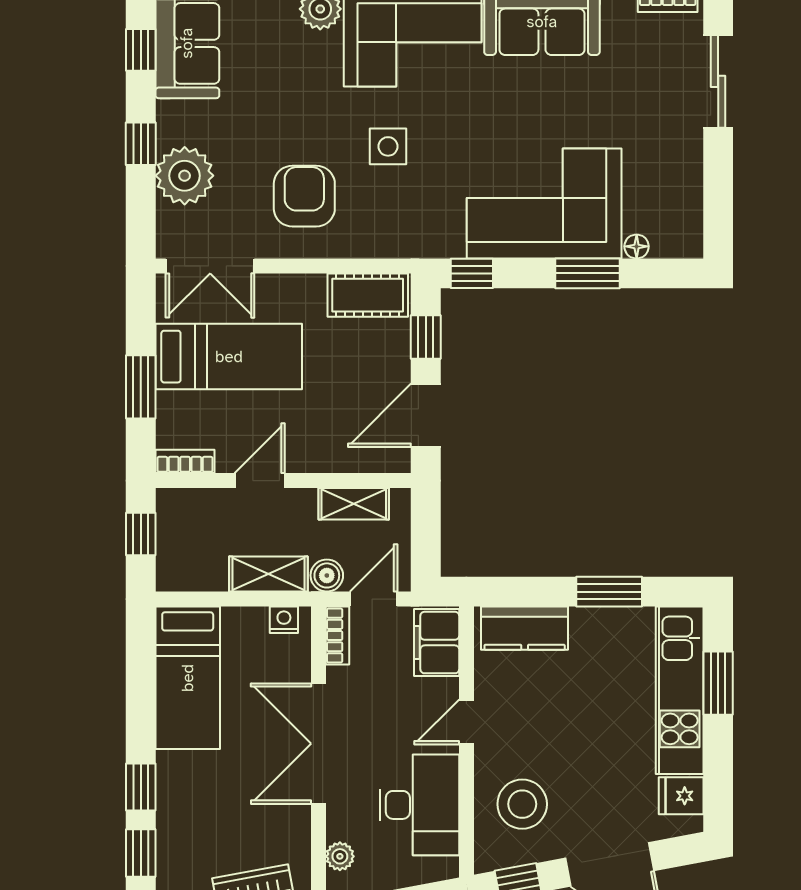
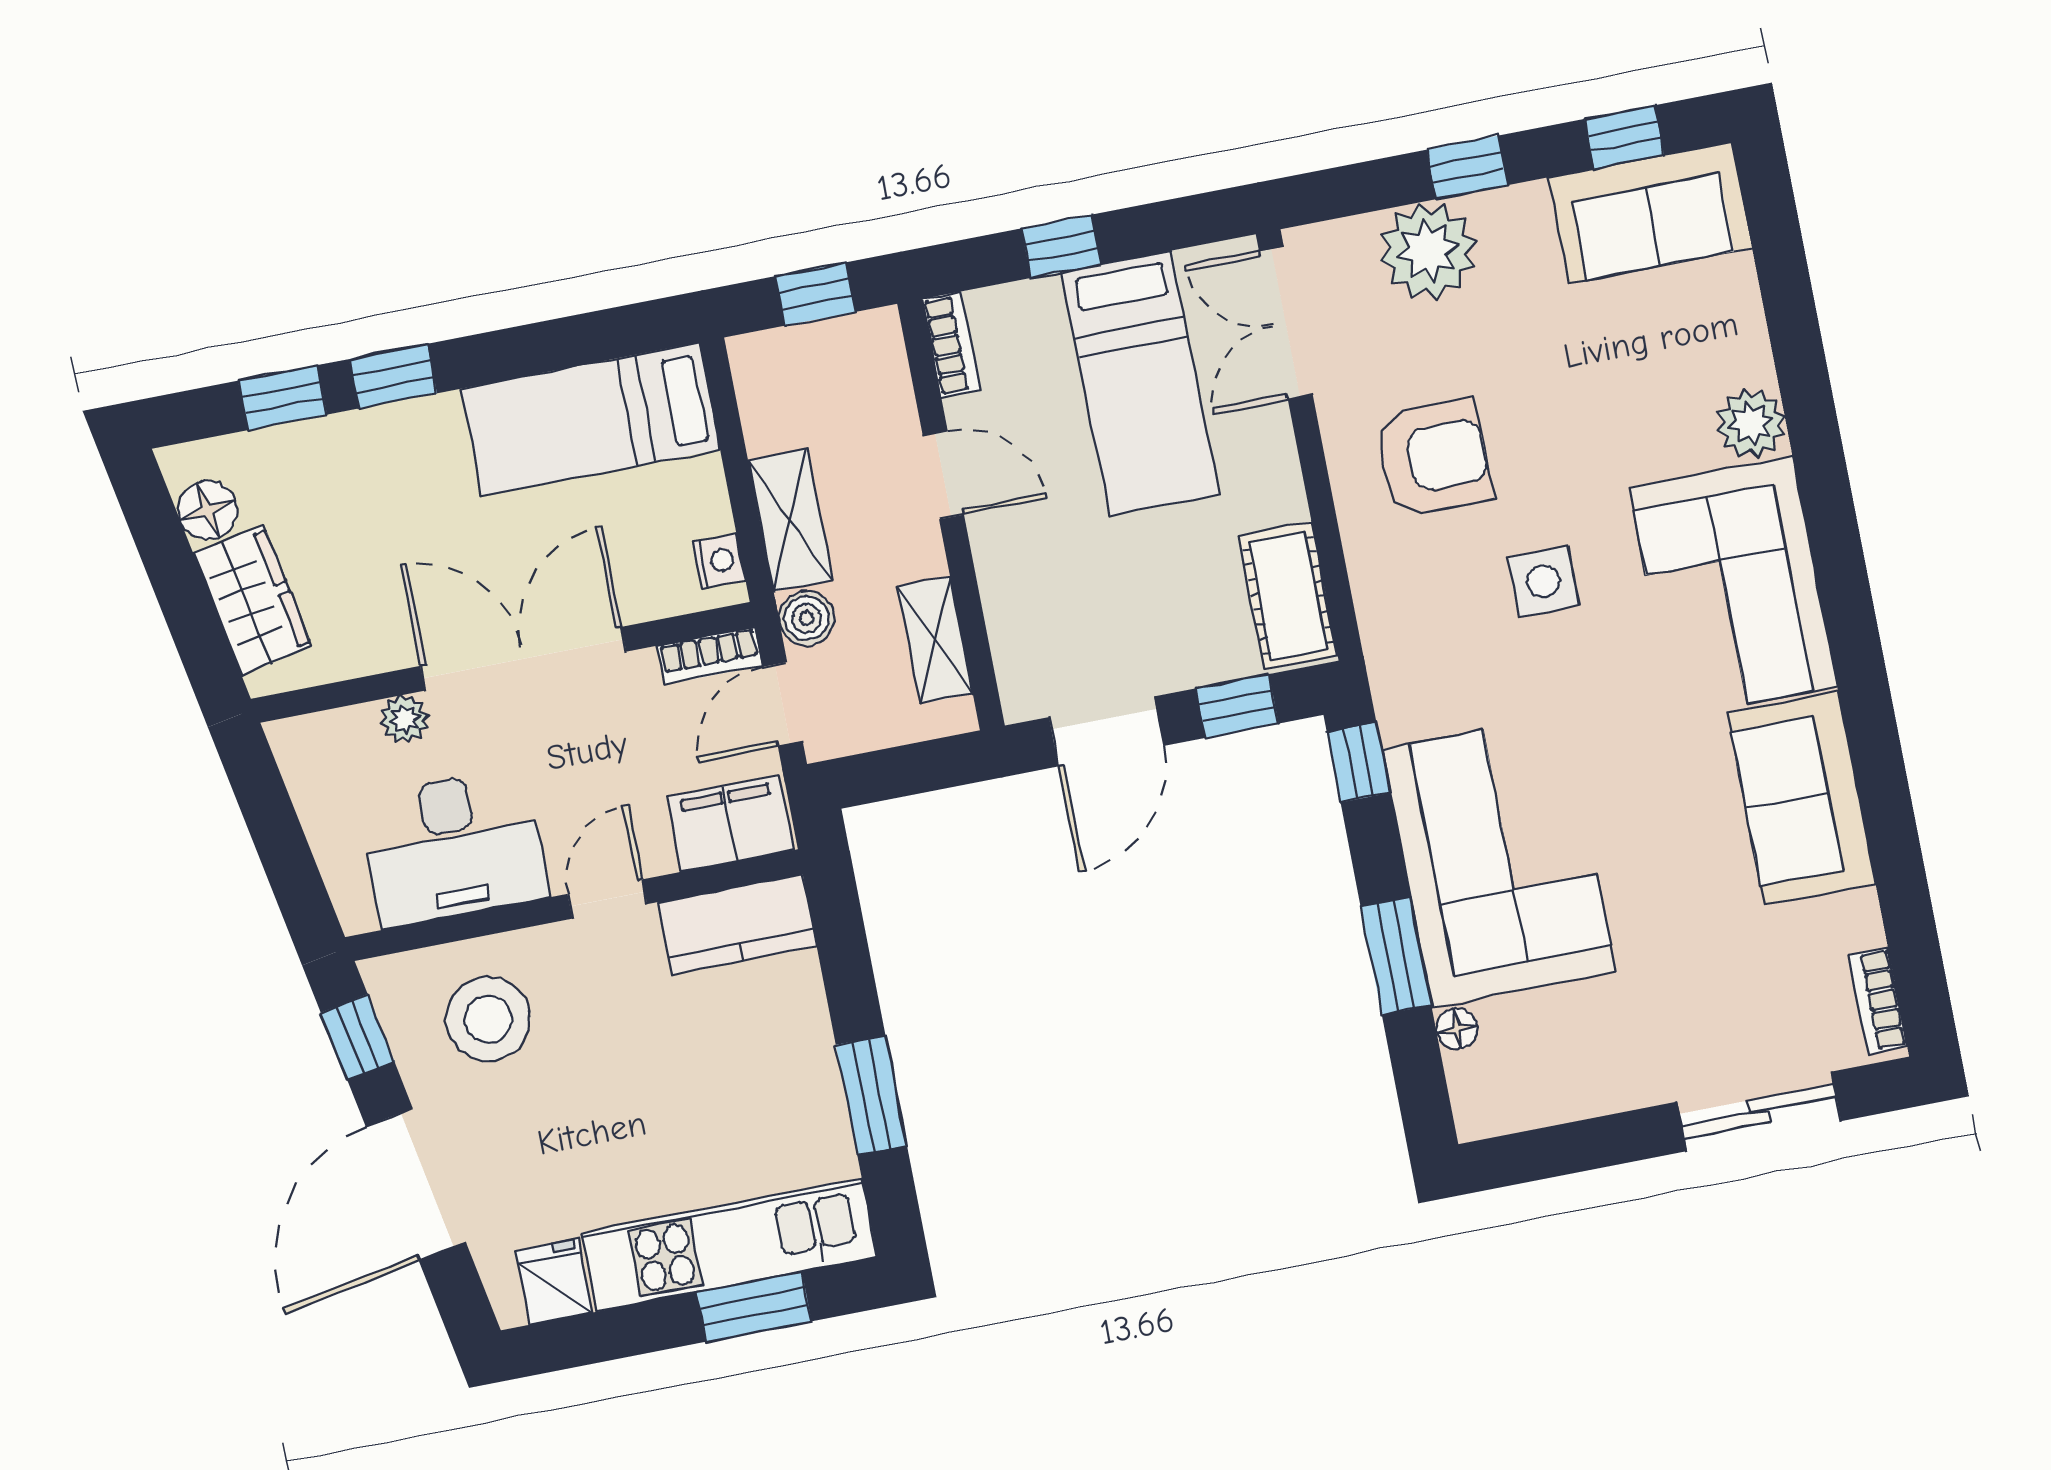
window: (141, 387) -> (1061, 246), width x0.67
door: (426, 415) -> (1106, 731), swing flipped
door: (374, 599) -> (783, 704), swing flipped
kitchen counter: (525, 628) -> (737, 924), moved, turned -90
door: (466, 722) -> (607, 899), hinge flipped
plant: (340, 856) -> (405, 719), moved

